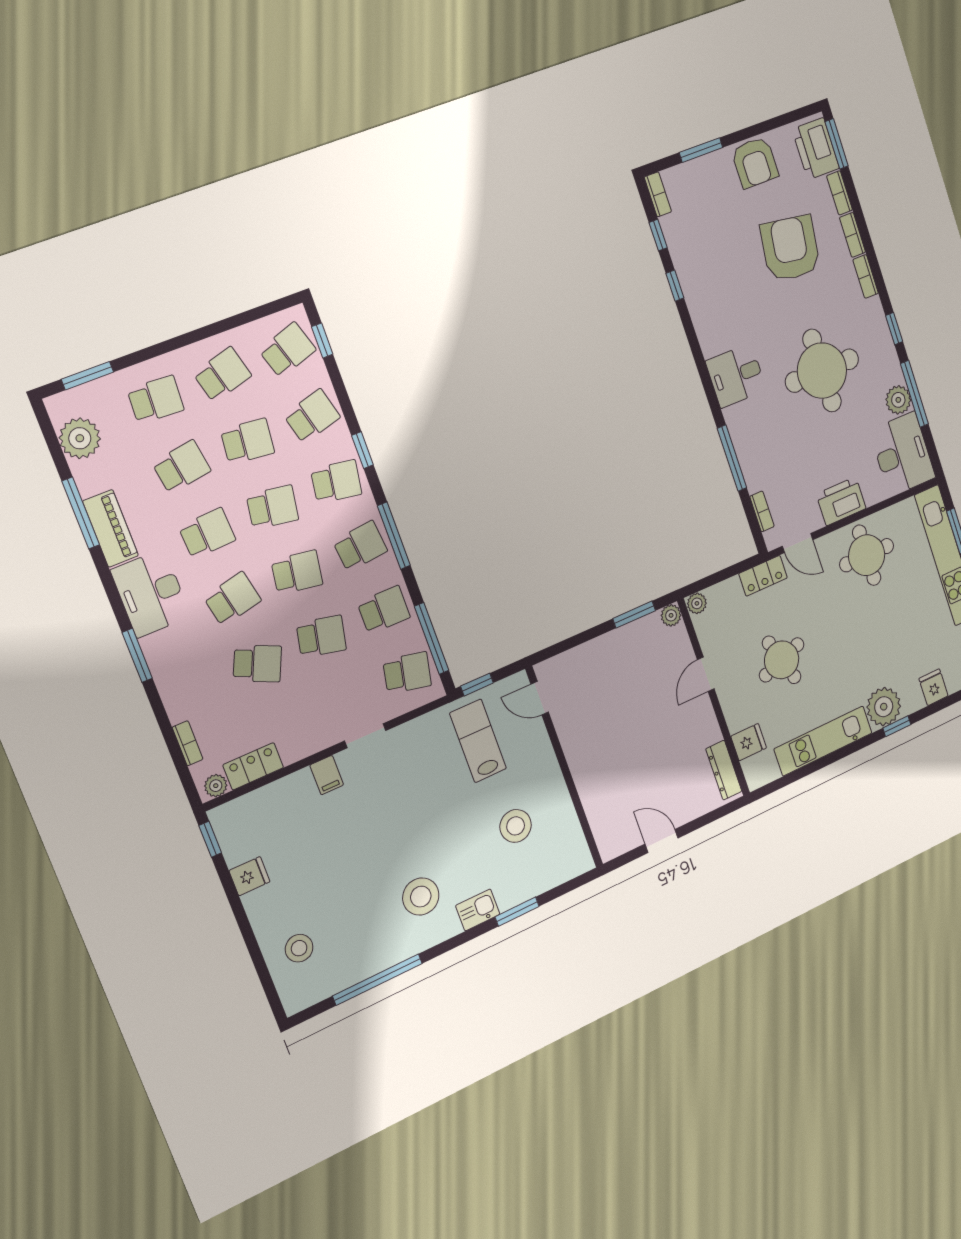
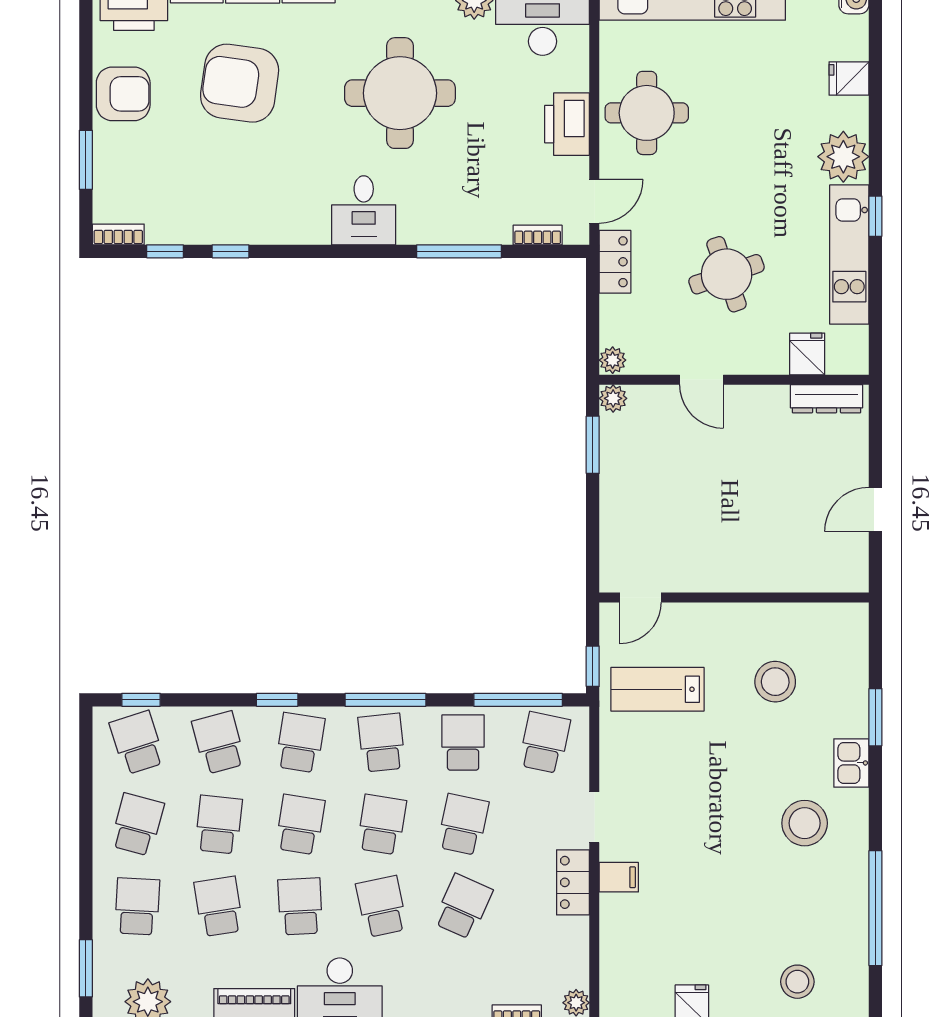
school desk: (222, 375) -> (137, 825), turned 30
window: (897, 726) -> (875, 216), moved
locker: (253, 766) -> (573, 882), moved

